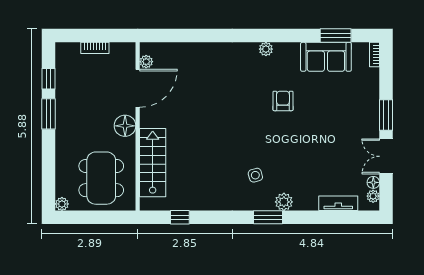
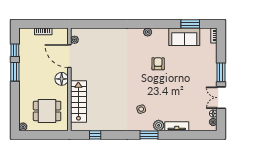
door: (138, 88) -> (69, 56), swing flipped
dining table: (101, 178) -> (47, 111), width x0.73
tv unit: (338, 203) -> (177, 126), moved

